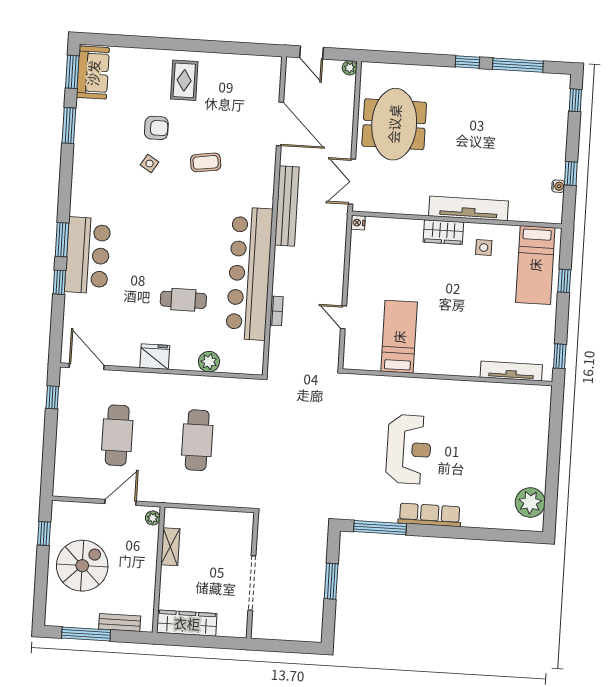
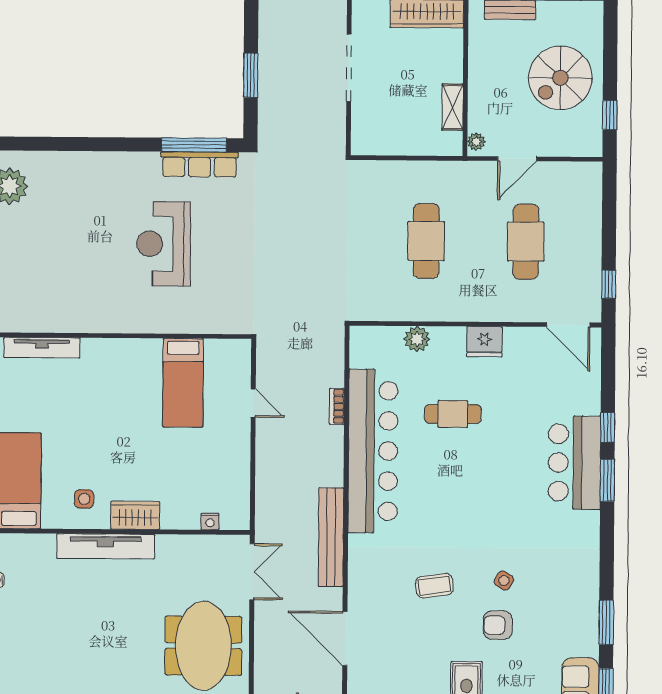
nightstand: (358, 223) -> (210, 522), moved, turned 90
row of seats: (430, 515) -> (199, 164), moved

